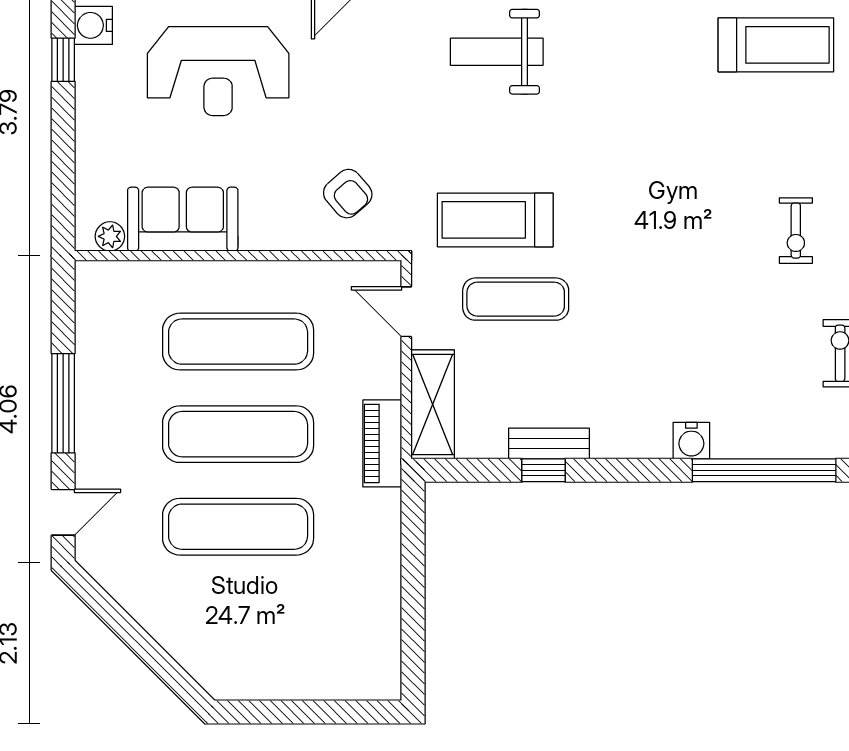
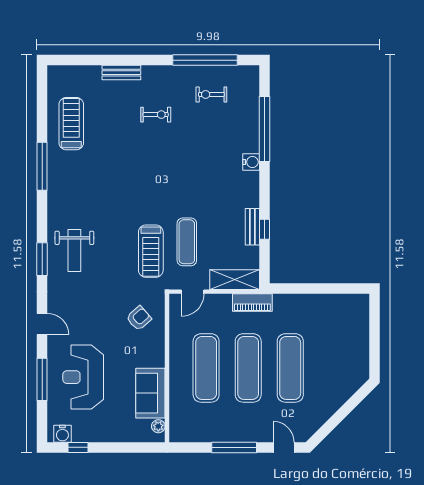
reception desk: (218, 71) -> (83, 377), turned 180

